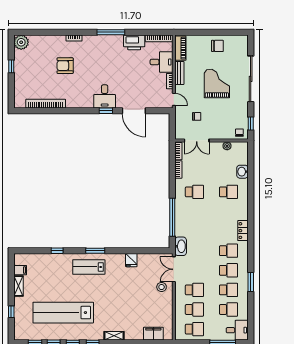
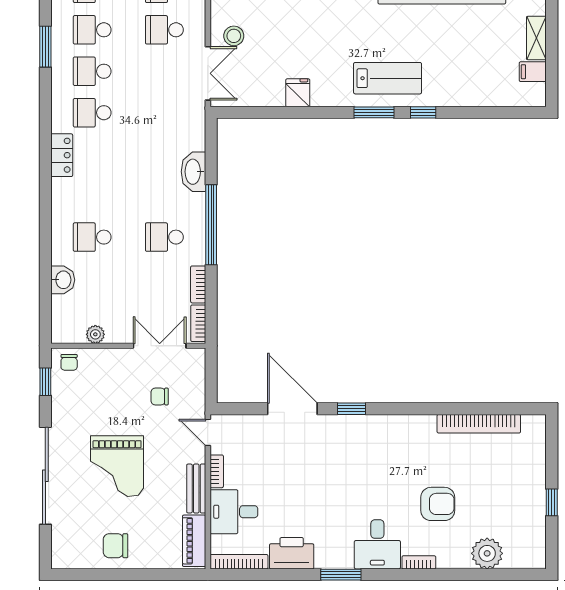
window: (111, 32) -> (341, 575), width x0.69
plant: (21, 42) -> (487, 553), moved
desk: (105, 96) -> (377, 544), moved, turned 180
window: (172, 217) -> (211, 225), moved
washbasin: (181, 246) -> (193, 172), moved
window: (57, 251) -> (423, 112), moved

